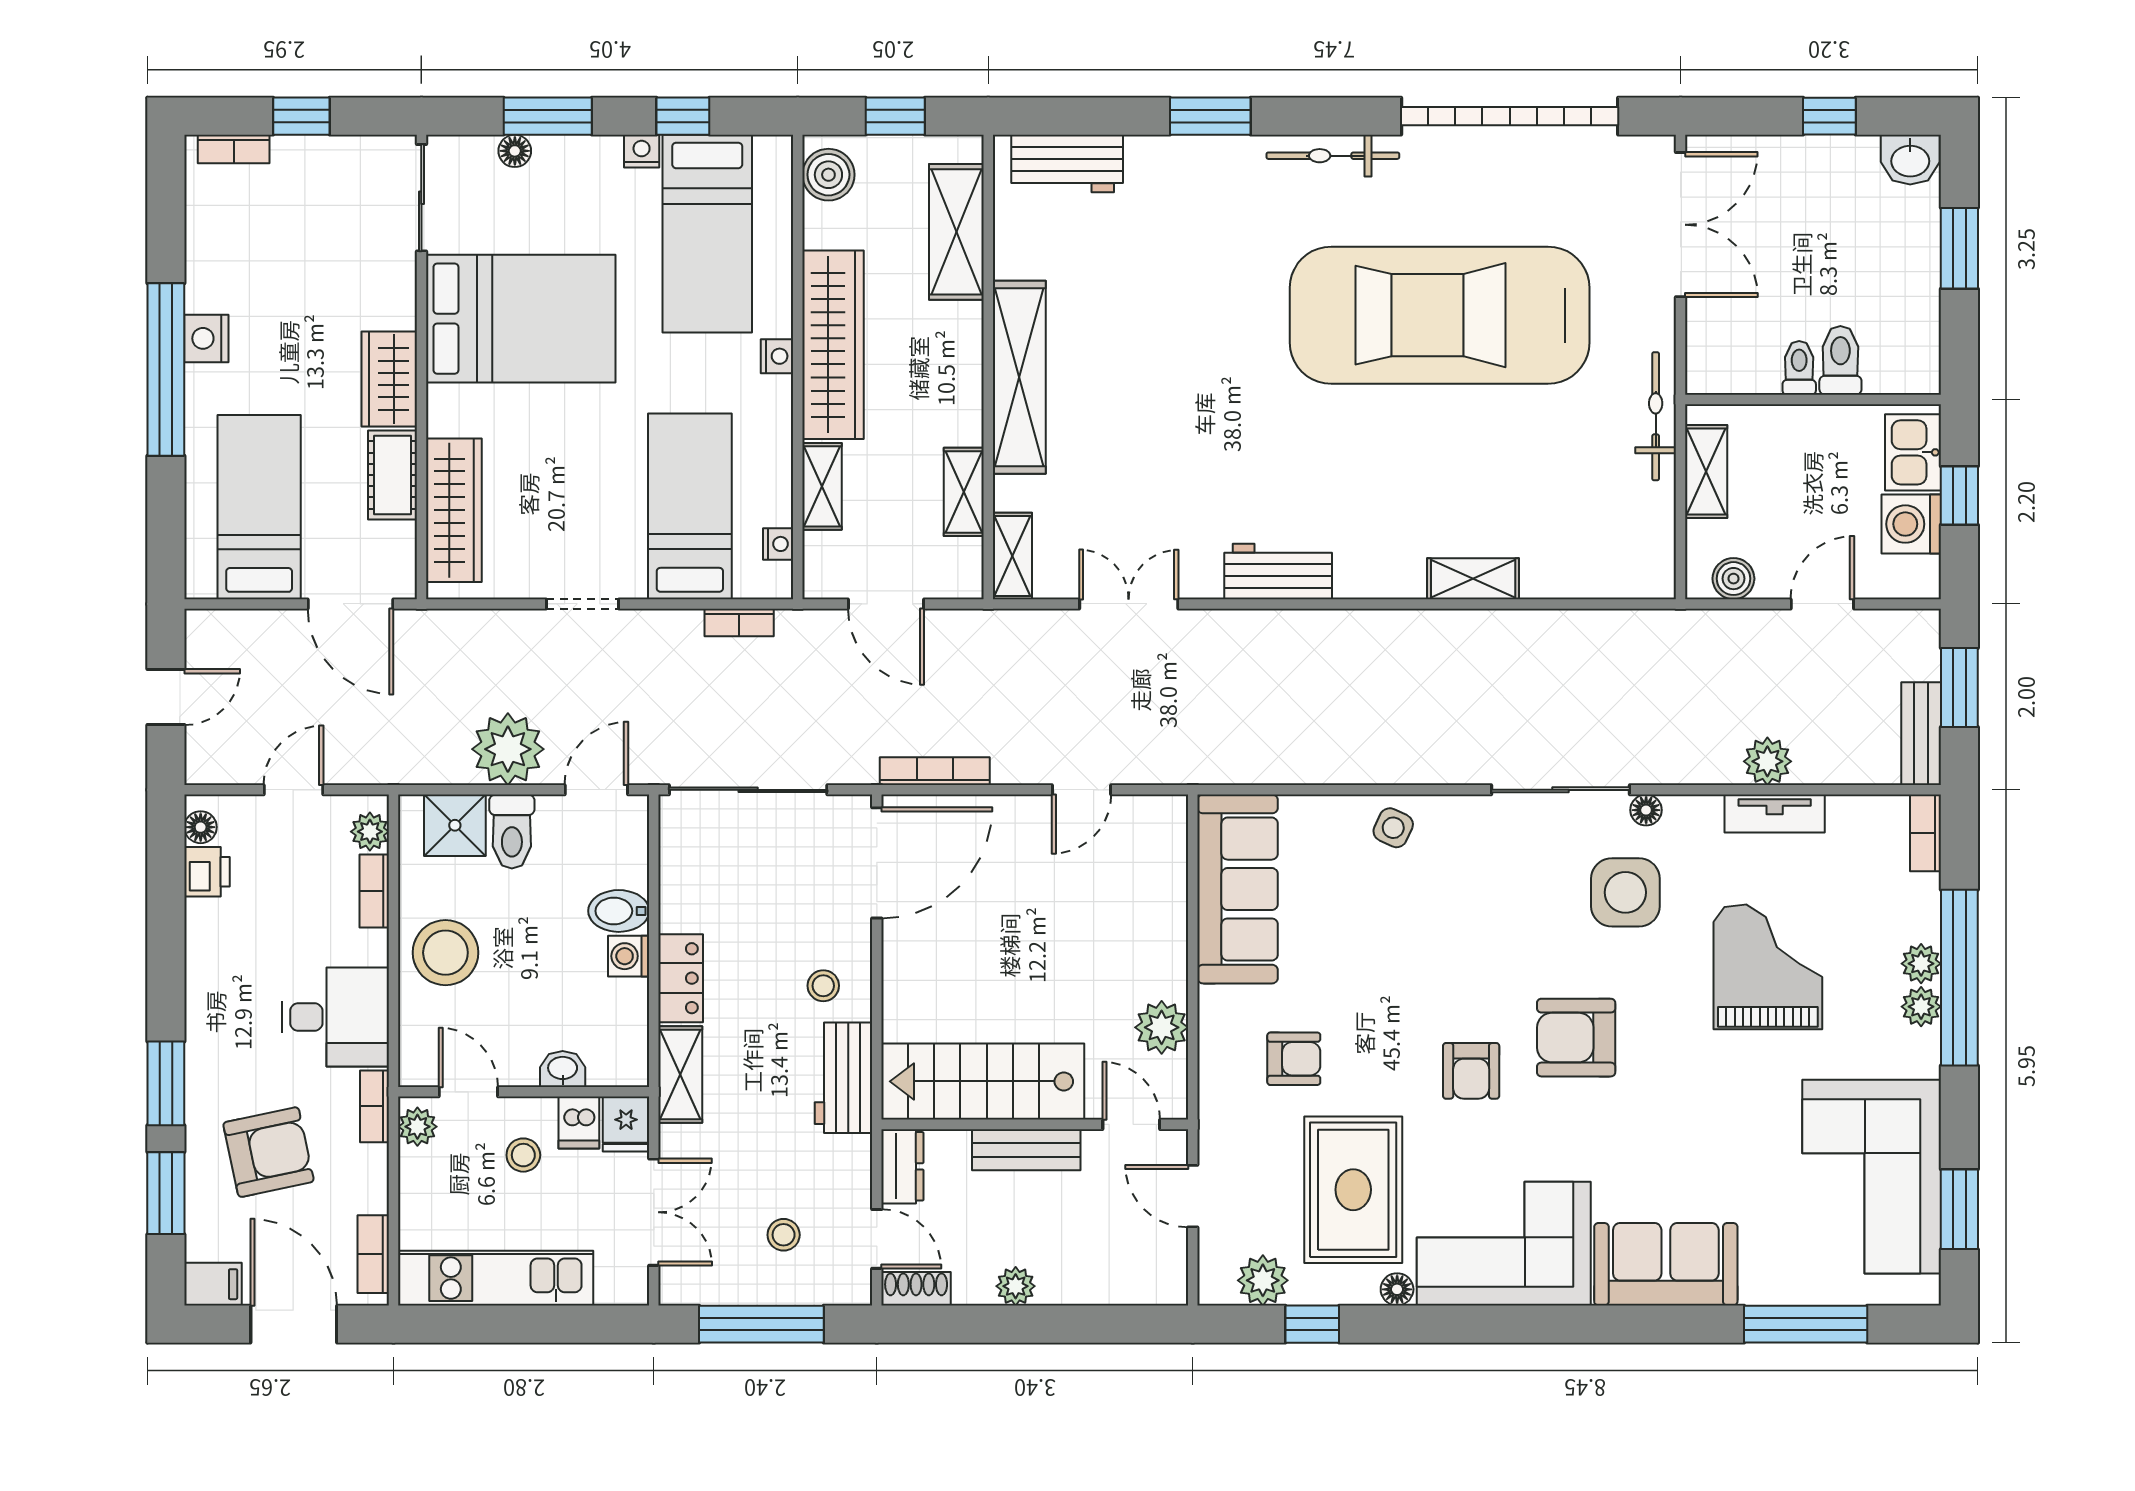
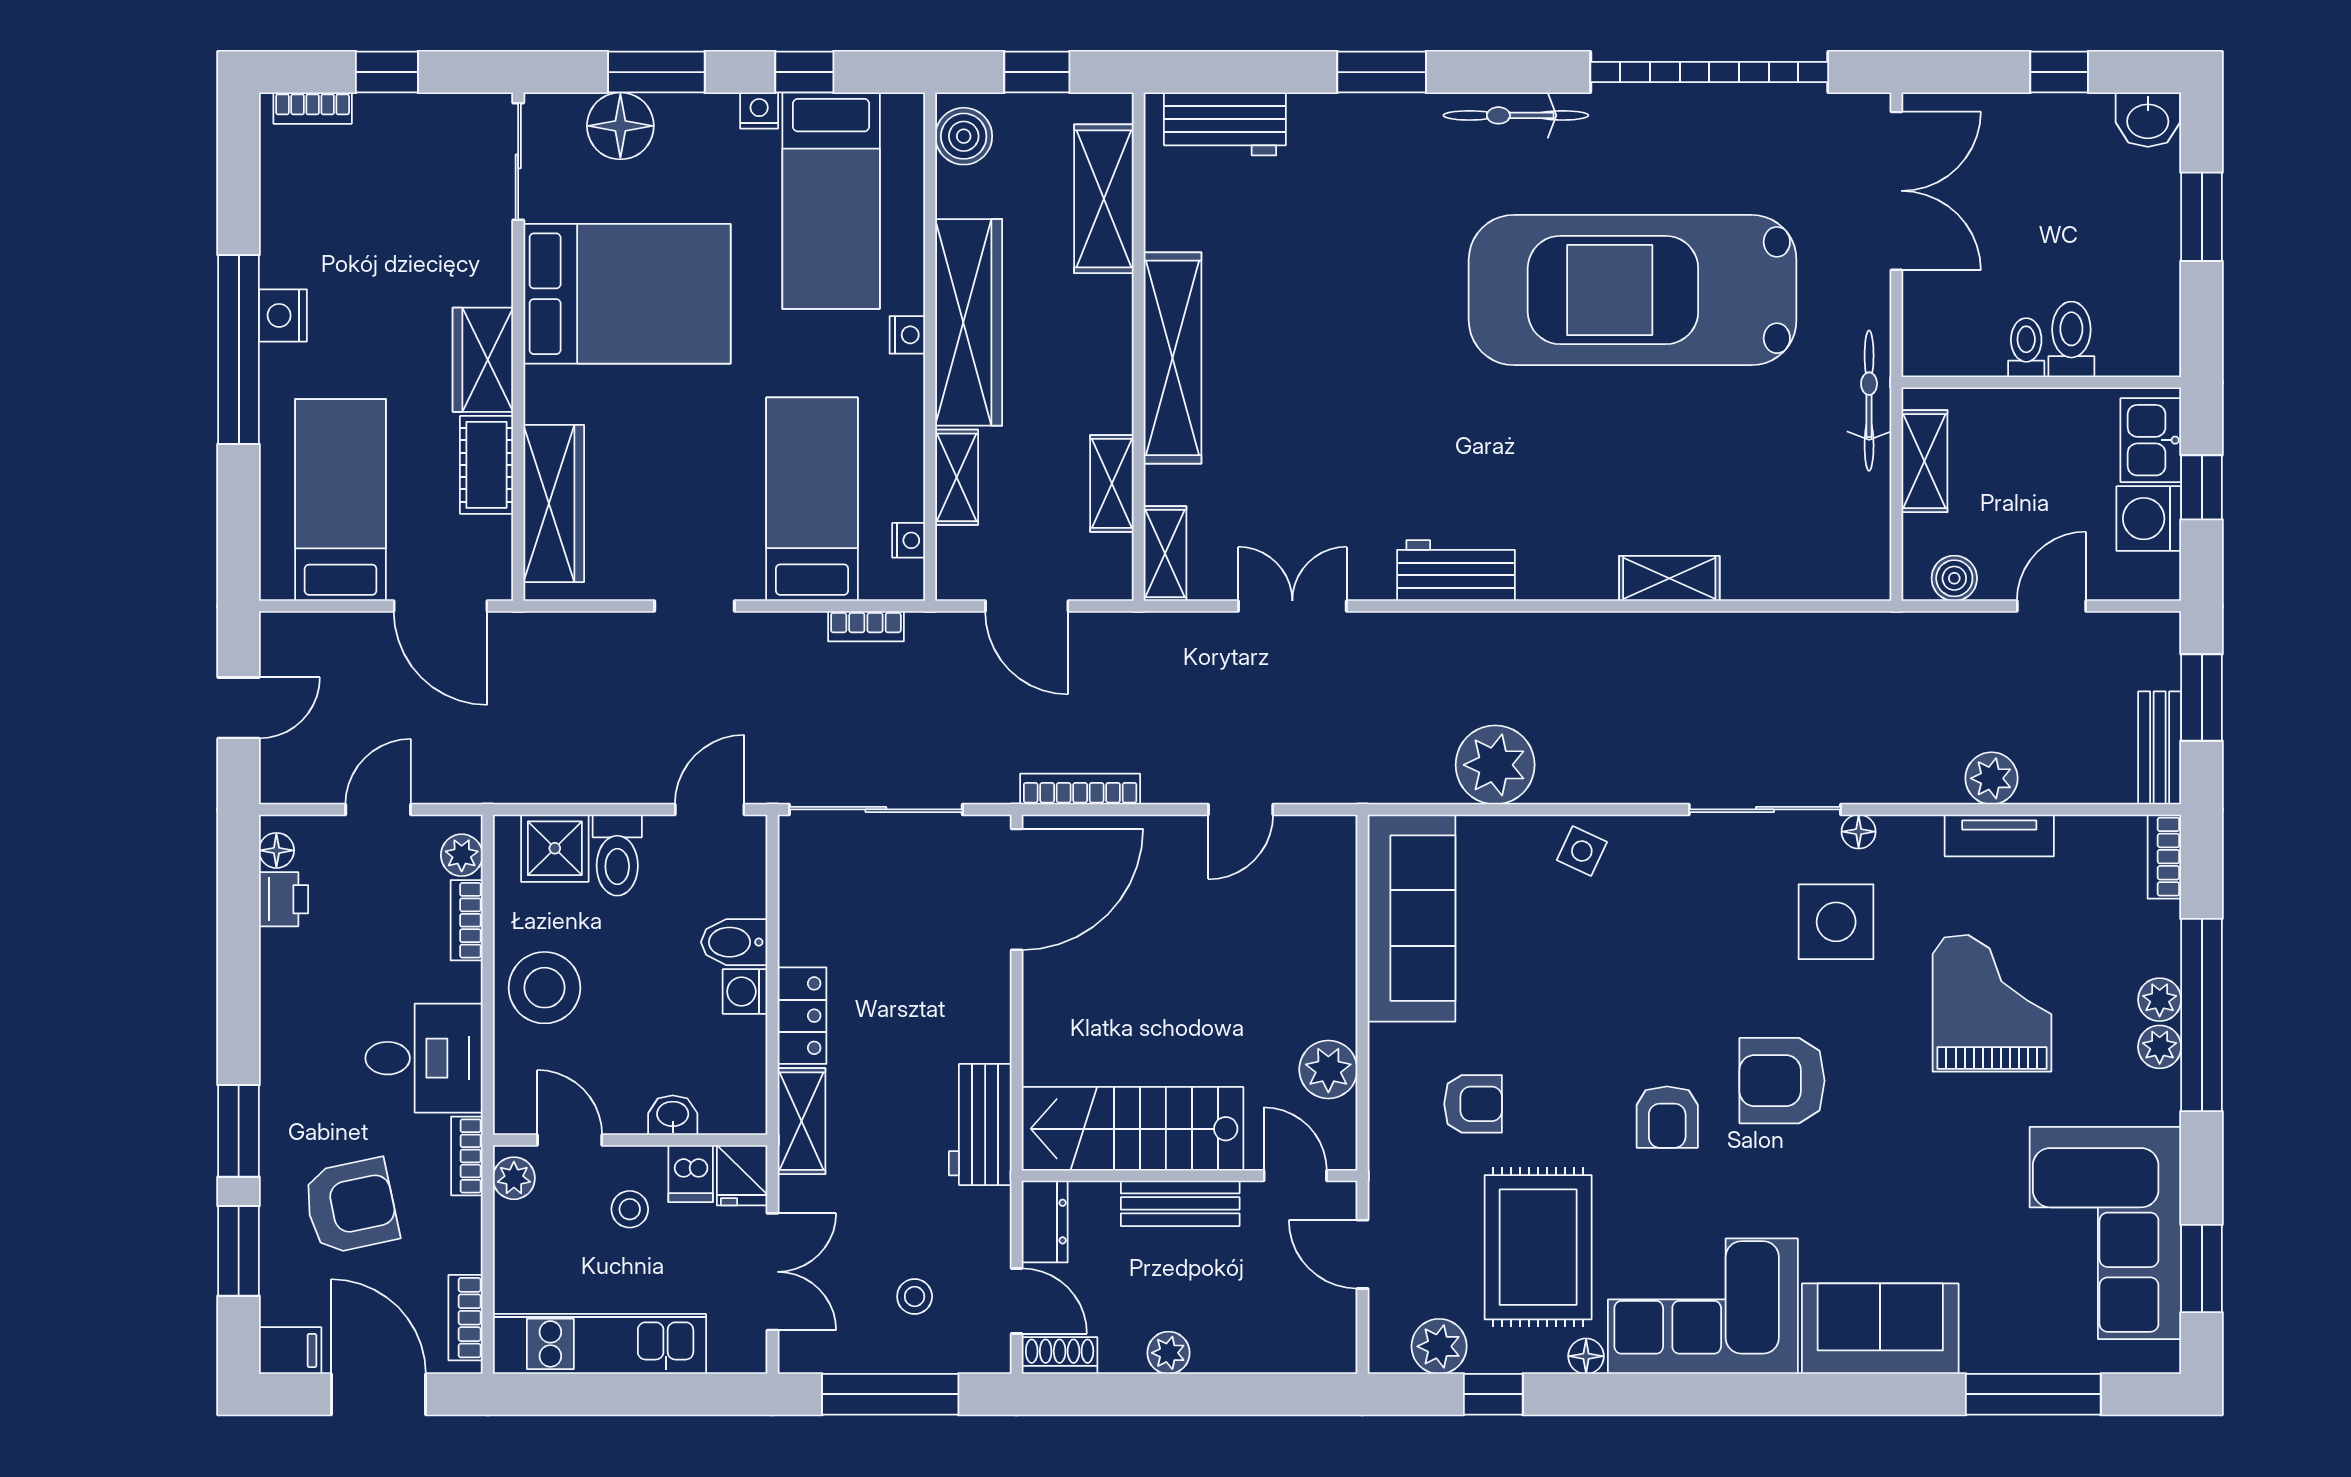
floor lamp: (515, 151) -> (620, 126), width x1.89, depth x1.89
plant: (508, 749) -> (1495, 765), moved
stool: (823, 986) -> (958, 1024), removed

